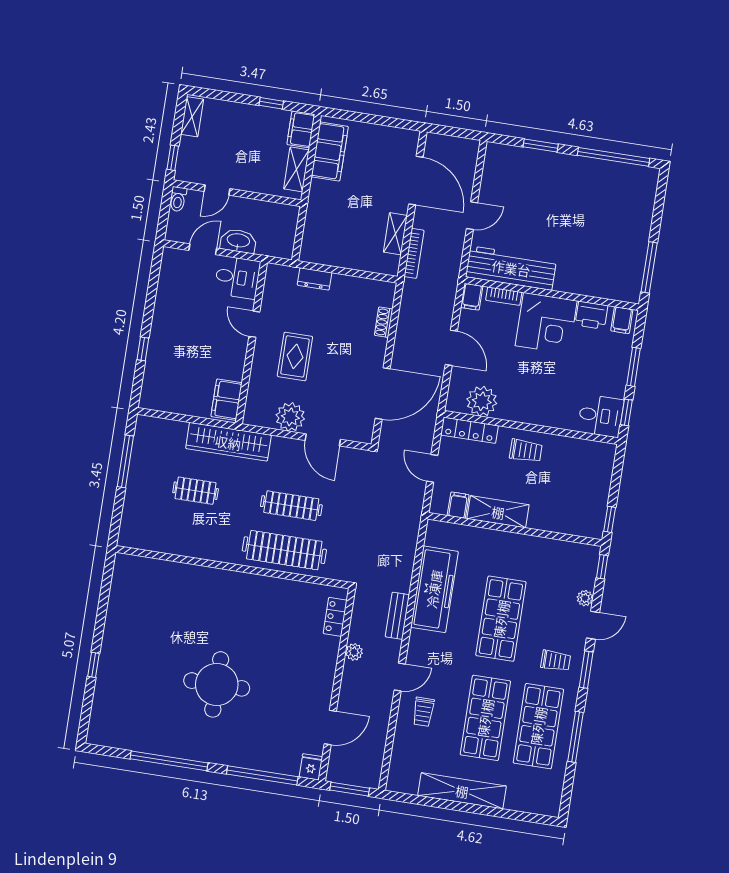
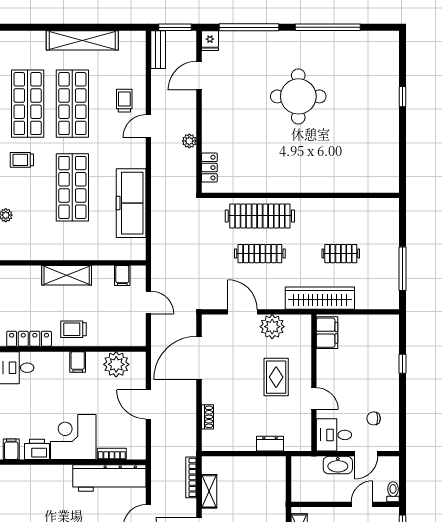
chair: (187, 289) -> (374, 418), added
filing cabinet: (472, 297) -> (78, 362), moved, turned 180
locker: (469, 430) -> (29, 339), moved
shelving: (498, 512) -> (67, 275), moved
bench: (397, 616) -> (158, 50), moved

